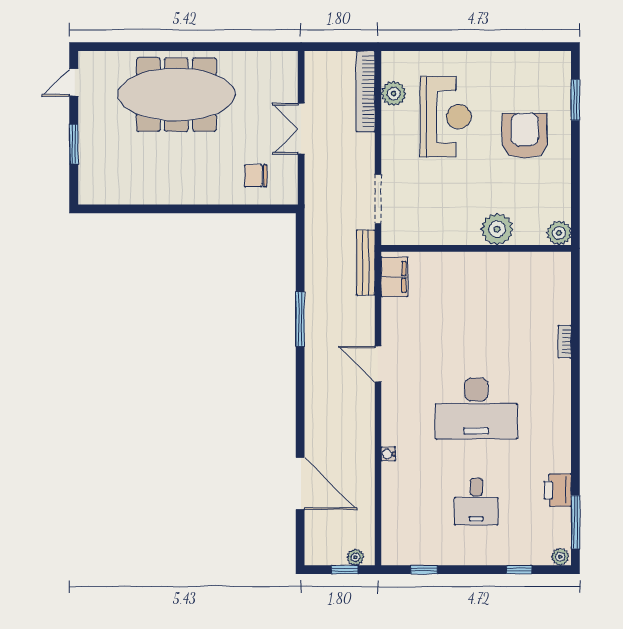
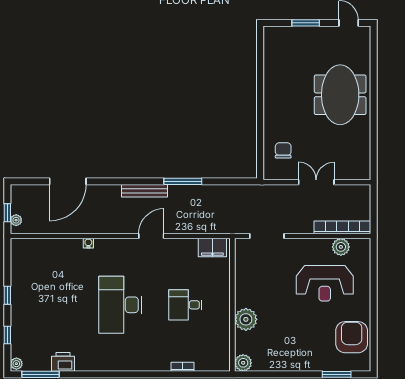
meeting table: (176, 95) -> (340, 95), width x0.73
armchair: (525, 136) -> (352, 337), moved, turned -90
bench: (366, 263) -> (145, 191), moved
bookcase: (565, 342) -> (183, 367), moved
desk: (476, 502) -> (185, 305), moved
window: (424, 570) -> (7, 295), moved

